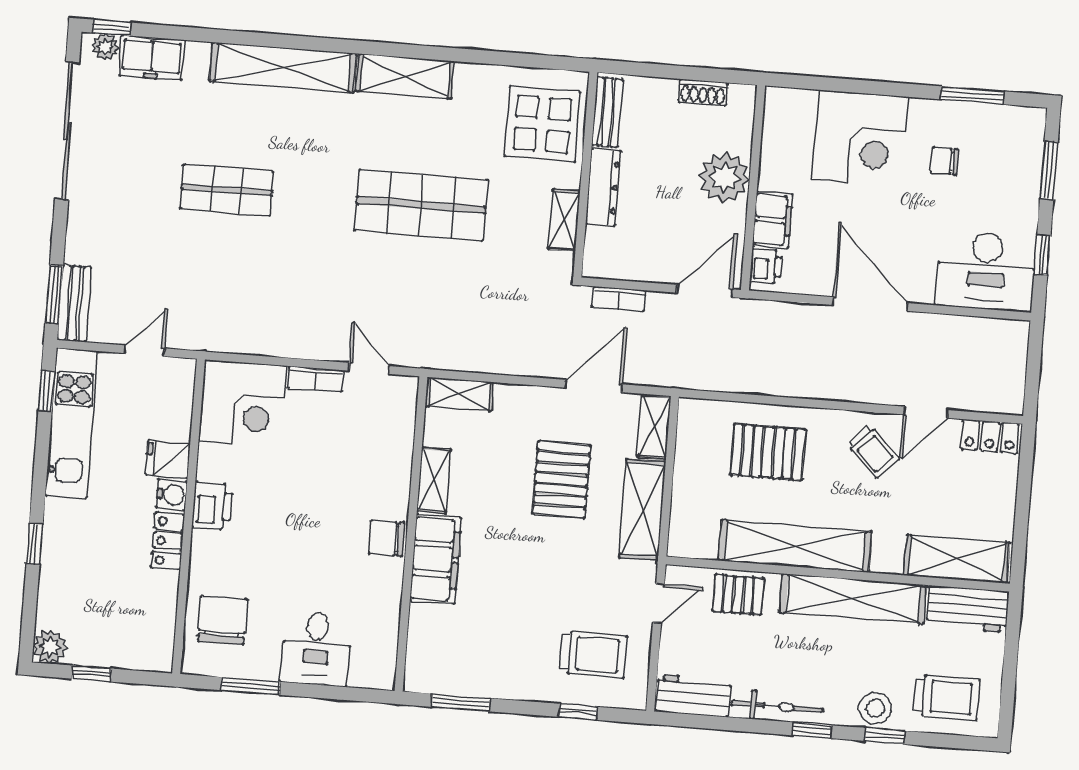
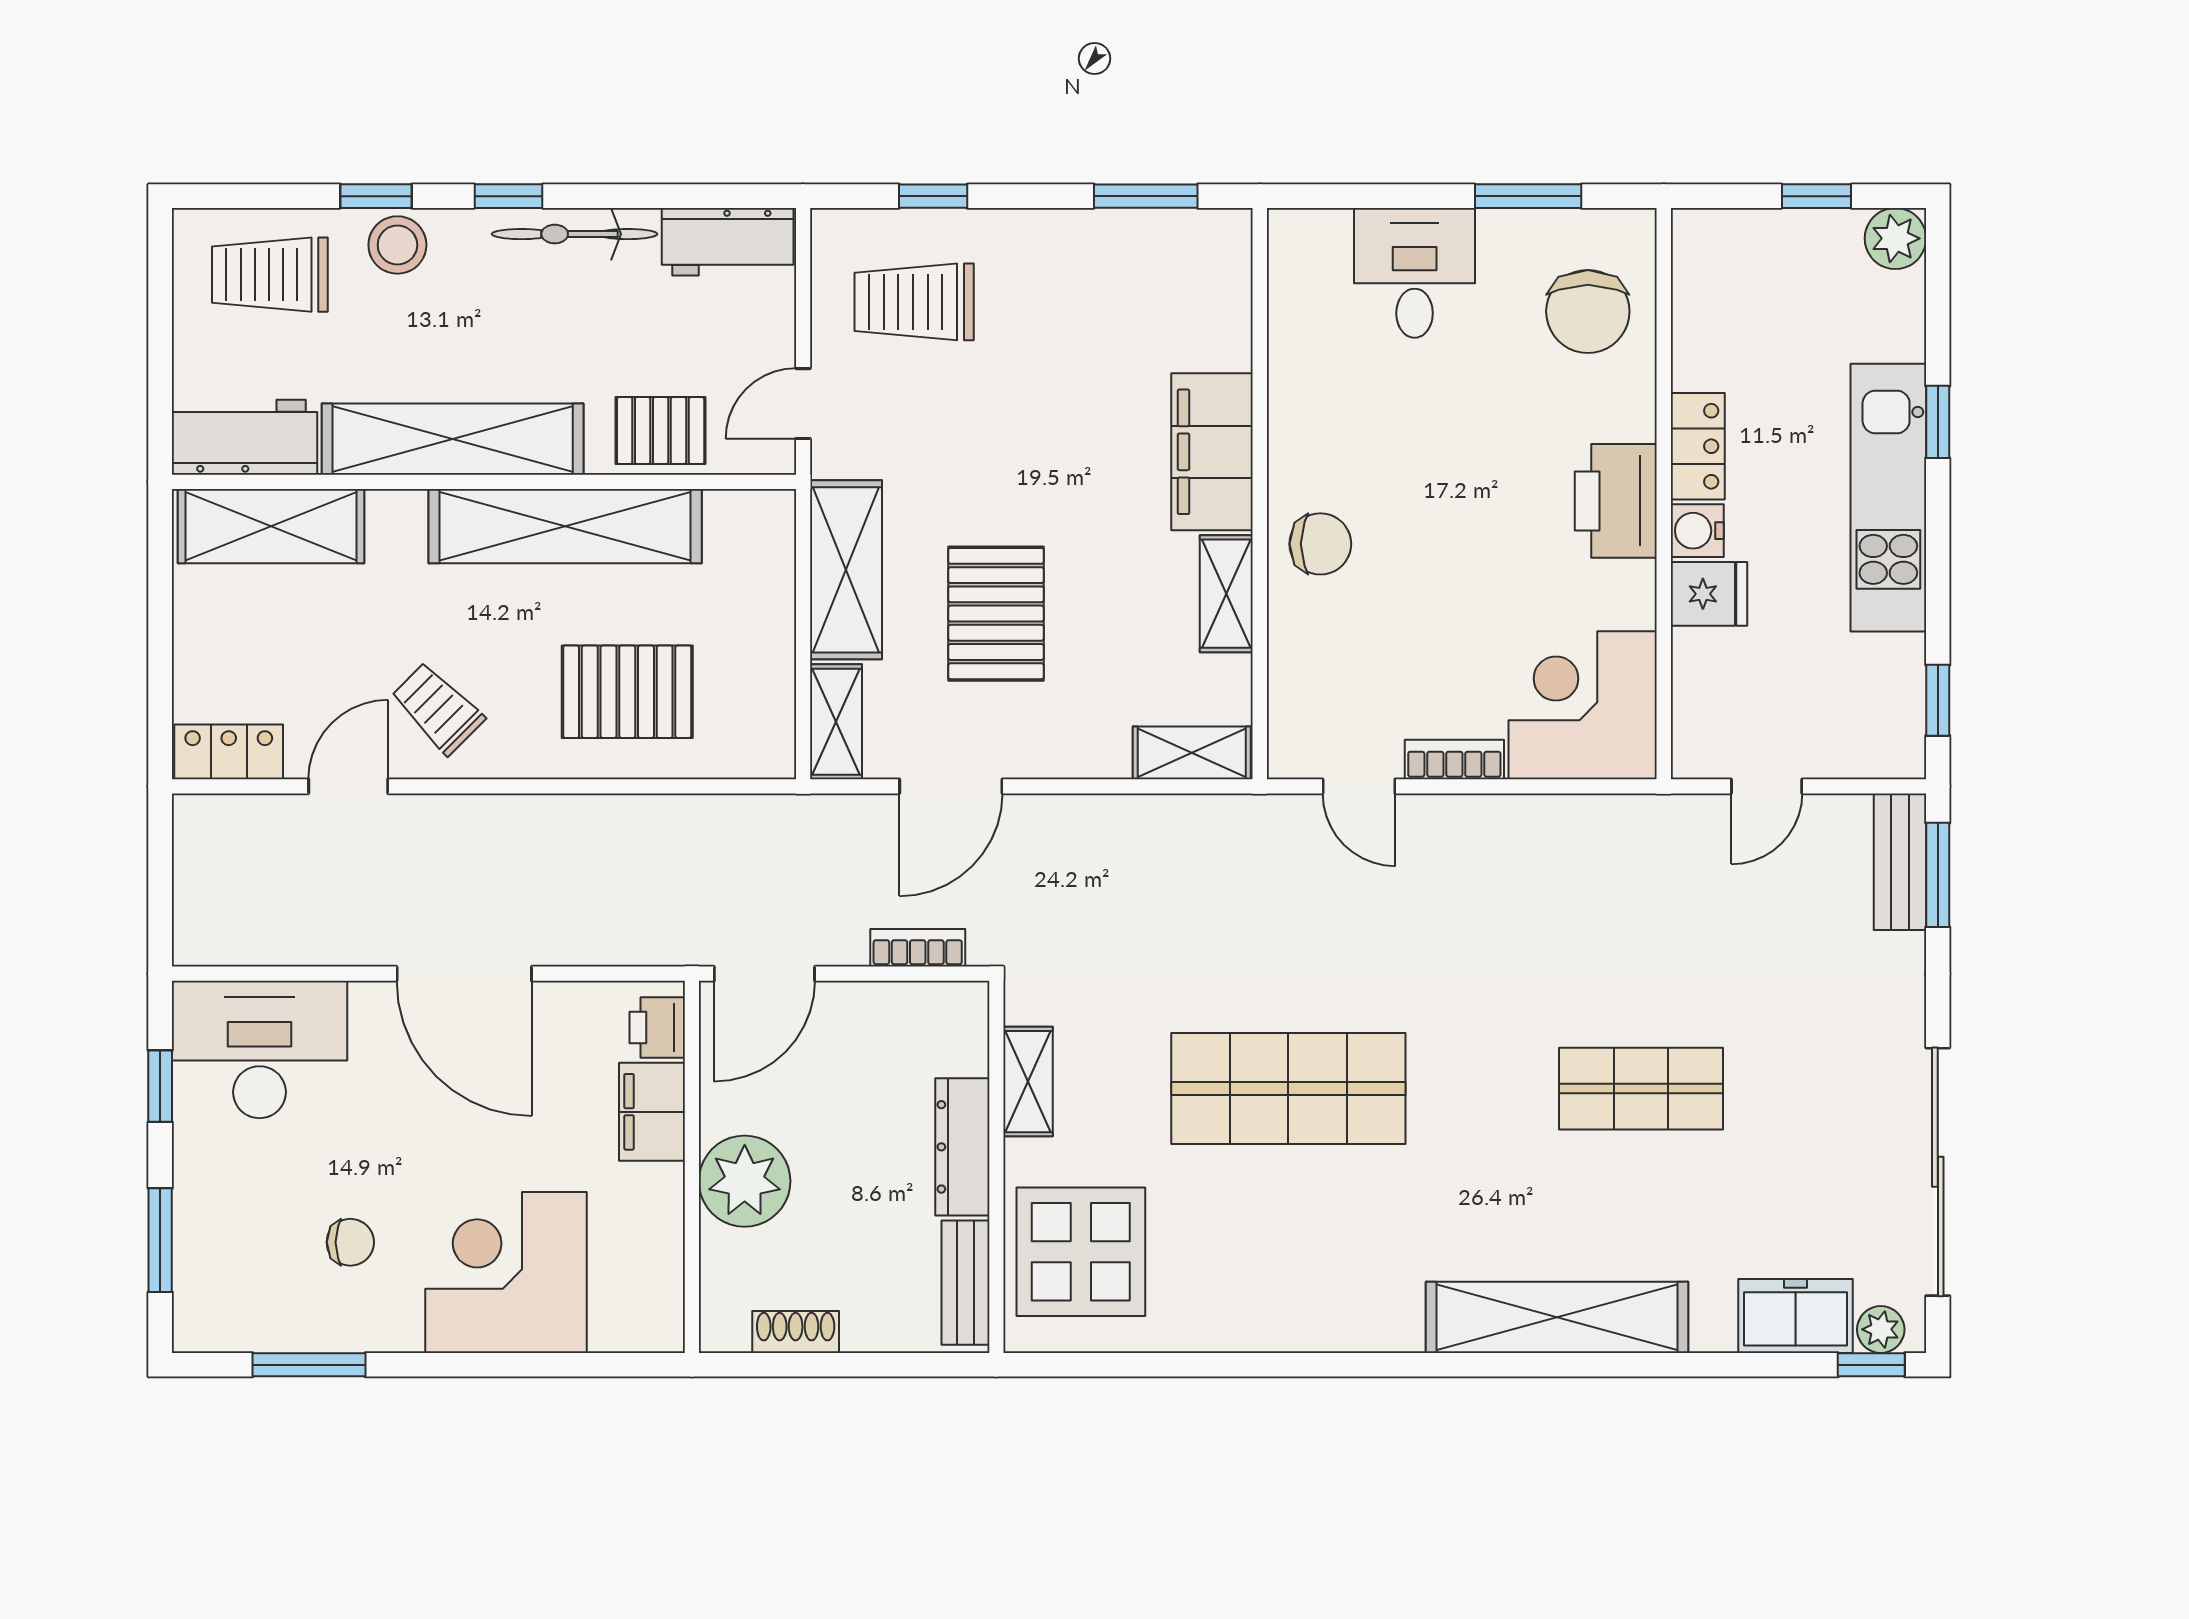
shelving: (405, 76) -> (1335, 1319), removed
kitchen unit: (71, 423) -> (1888, 498), moved
printer: (212, 506) -> (1616, 501), width x1.37, depth x1.19
chair: (387, 538) -> (1320, 544), moved

